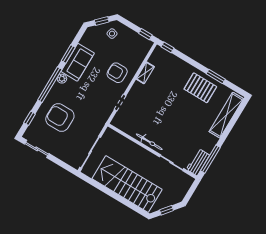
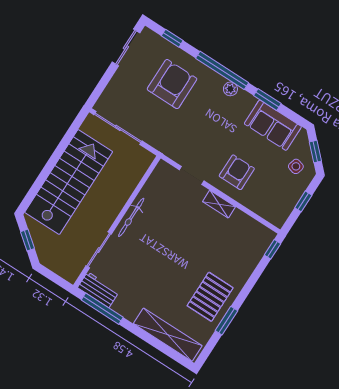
window: (145, 34) -> (303, 201), moved
sofa: (78, 62) -> (273, 125), moved
shelving: (145, 73) -> (219, 204), moved

